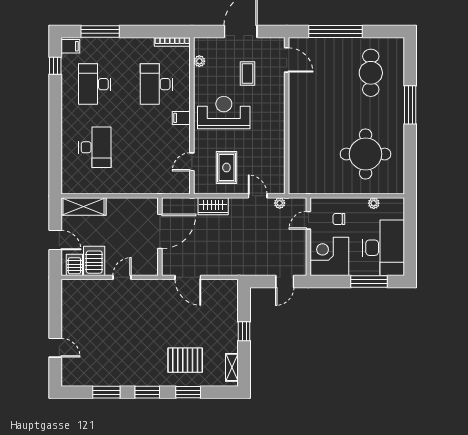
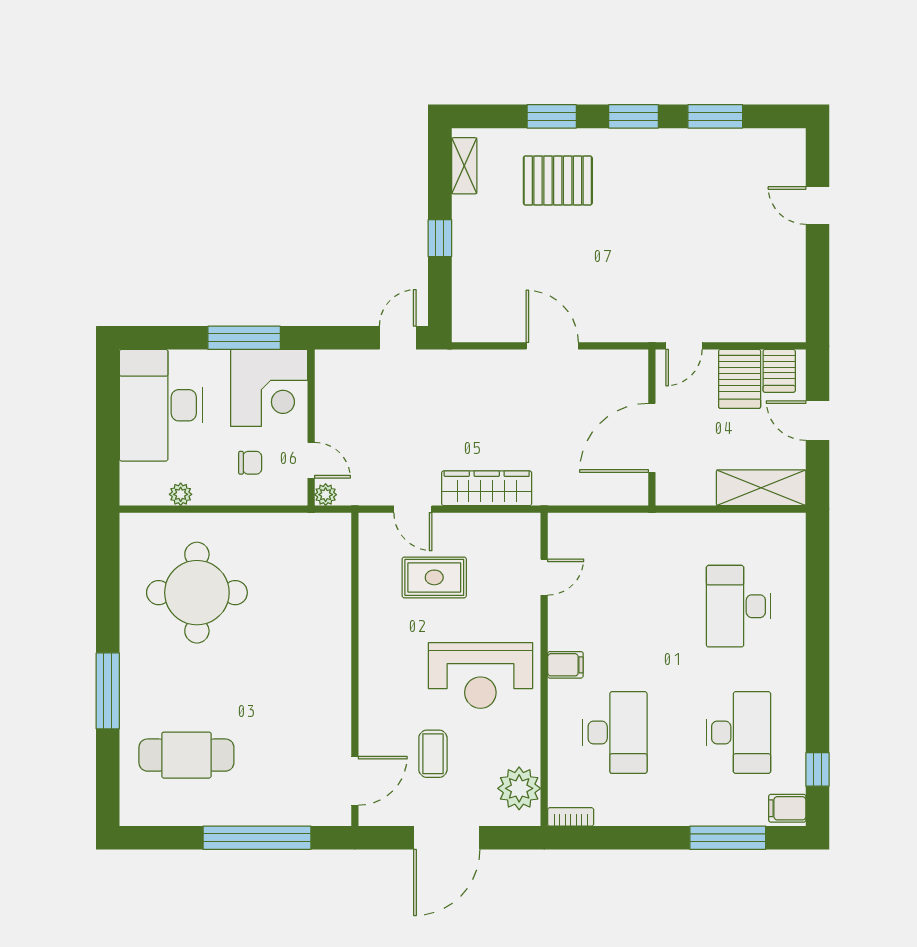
bookcase: (172, 42) -> (571, 817), width x0.64
door: (287, 60) -> (355, 781), swing flipped
plant: (199, 61) -> (519, 788), width x1.88, depth x1.88
cafe table: (371, 73) -> (186, 755), turned 90
rug: (226, 168) -> (434, 577), moved, turned 90
plant: (280, 203) -> (326, 495), moved
wardrobe: (213, 206) -> (487, 488), width x1.50
door: (308, 220) -> (311, 460), hinge flipped
door: (160, 231) -> (652, 438), moved
wall: (160, 237) -> (652, 428), moved
door: (285, 281) -> (398, 338), moved
window: (369, 281) -> (244, 338), moved

